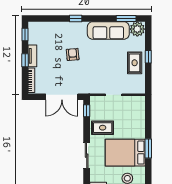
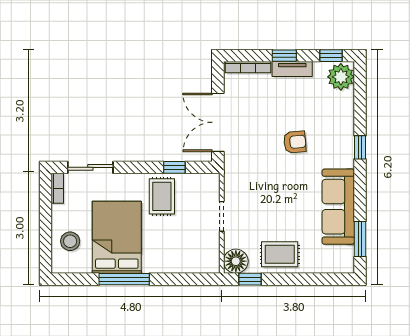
plant: (137, 29) -> (341, 77), moved
window: (148, 57) -> (250, 279), moved
floor lamp: (138, 87) -> (236, 261), added
window: (87, 111) -> (174, 167), moved
window: (148, 149) -> (124, 279), width x1.44
sliding door: (87, 156) -> (90, 167), moved

